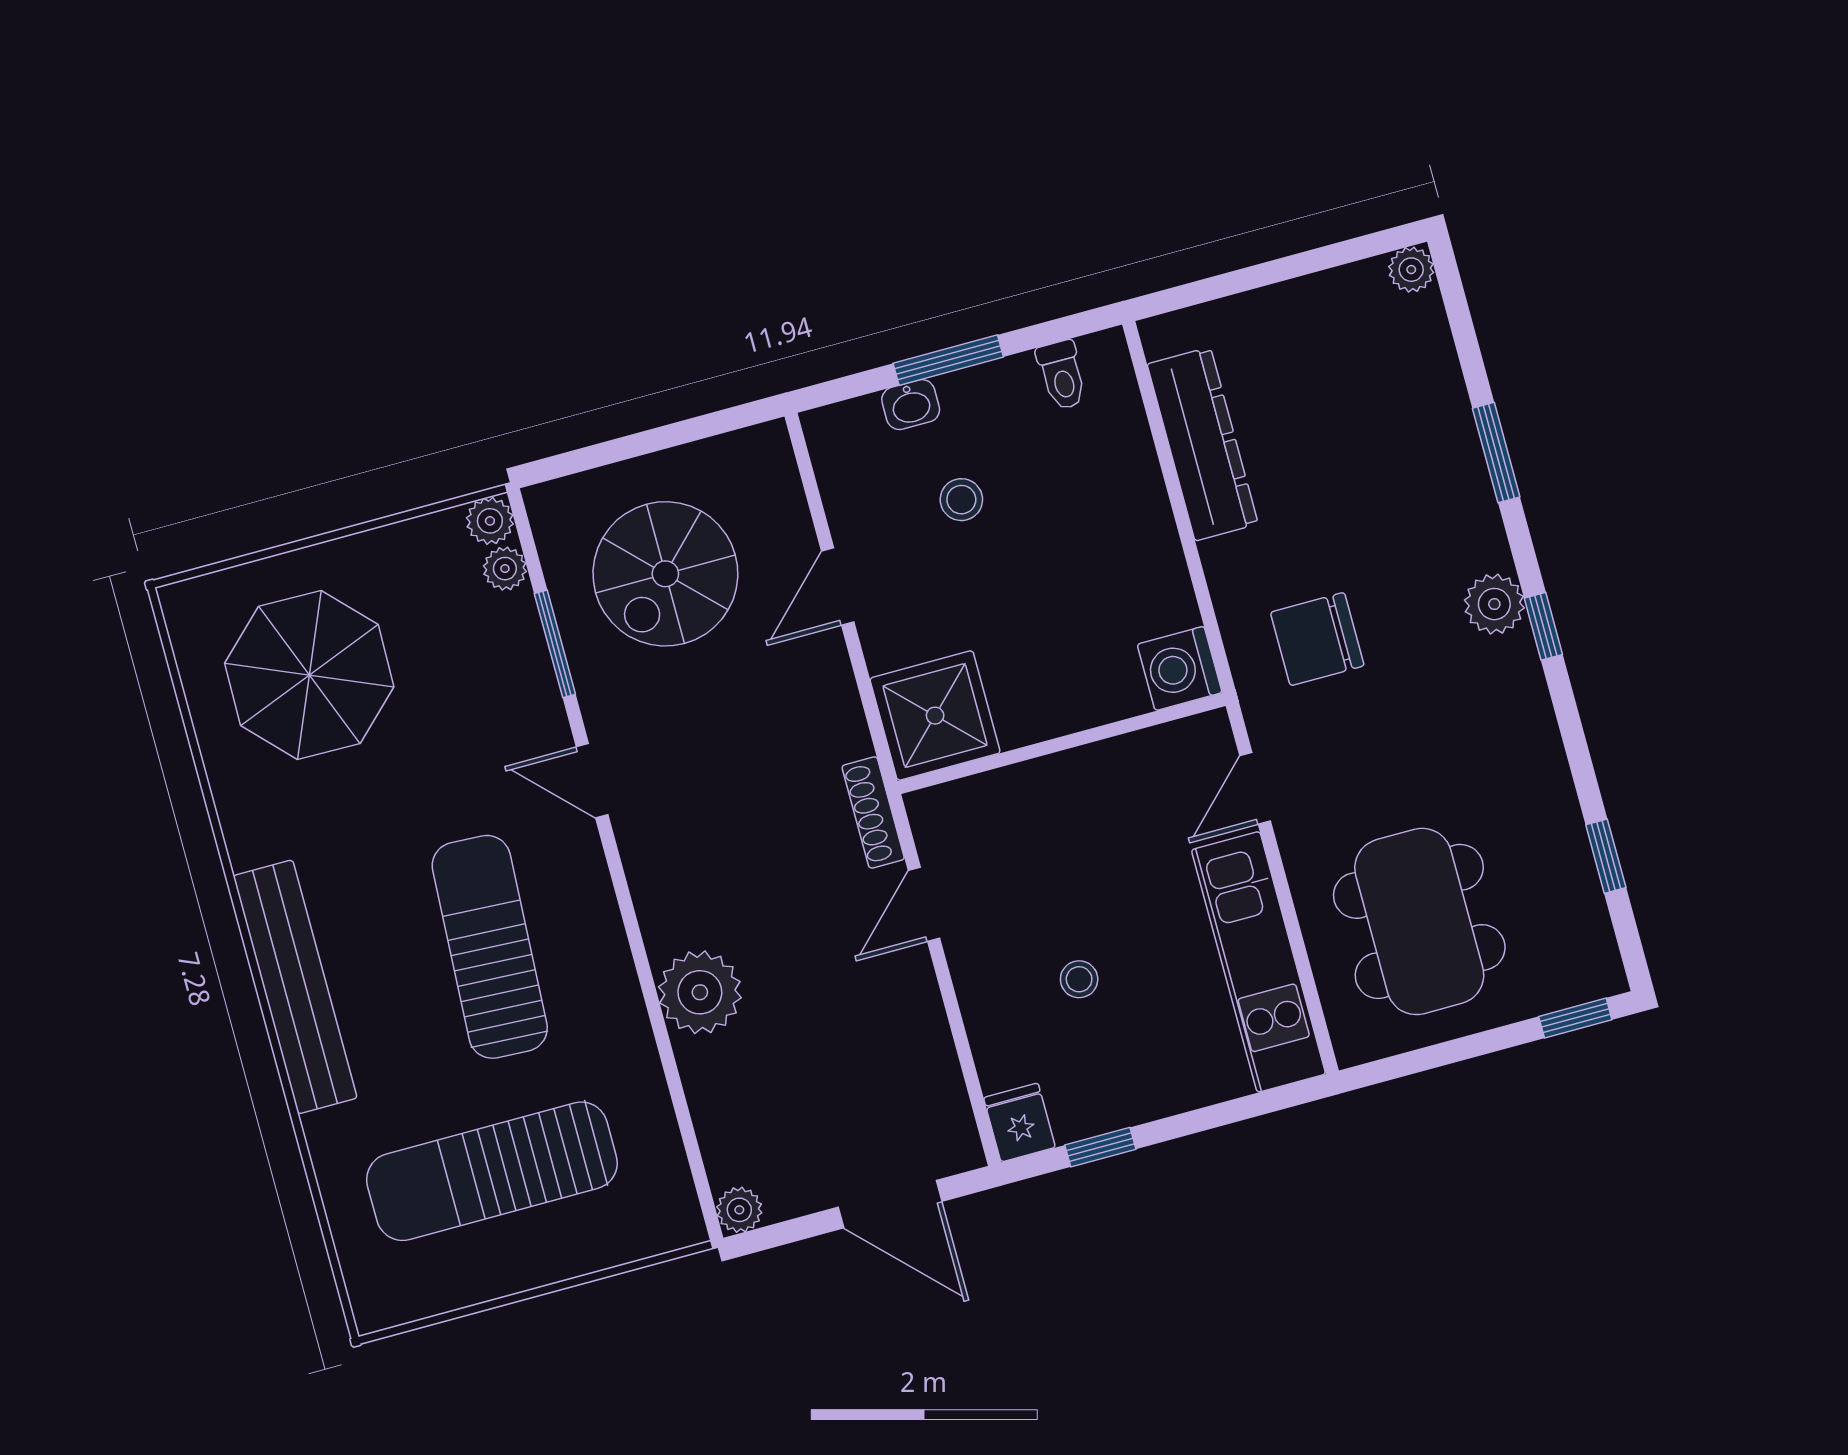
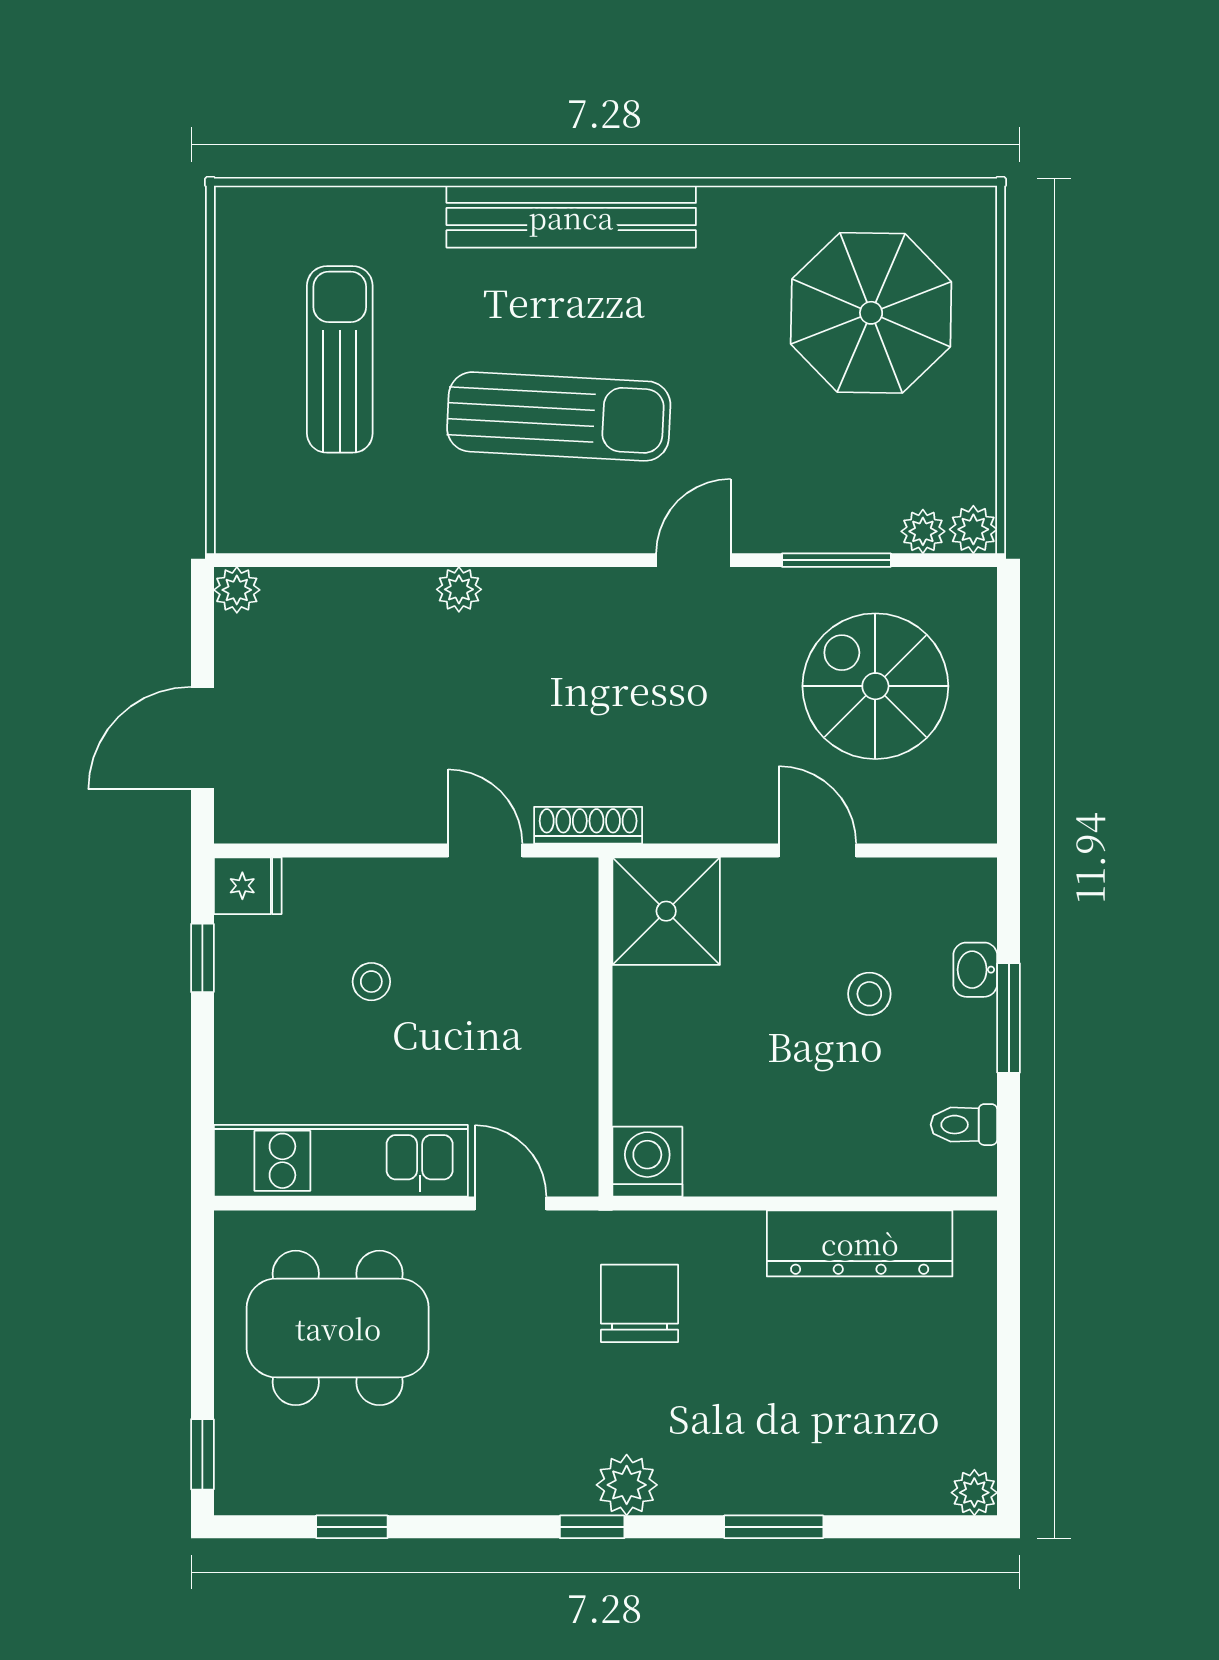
plant: (700, 992) -> (459, 589), width x0.53, depth x0.53
sun lounger: (492, 1171) -> (340, 359), width x0.73, depth x0.75

